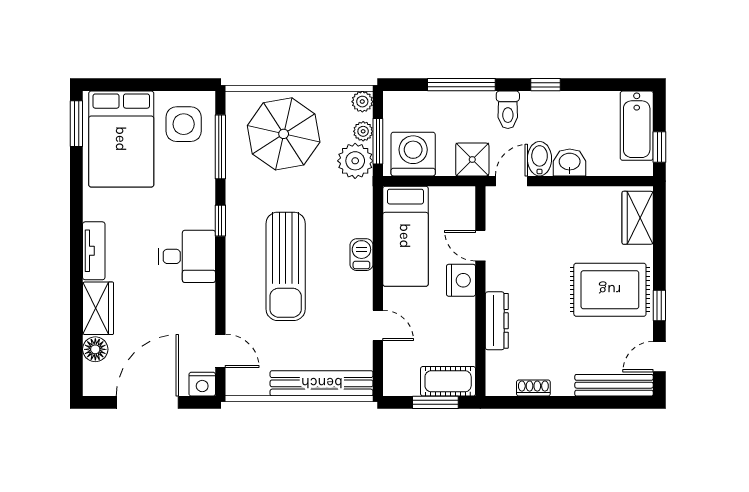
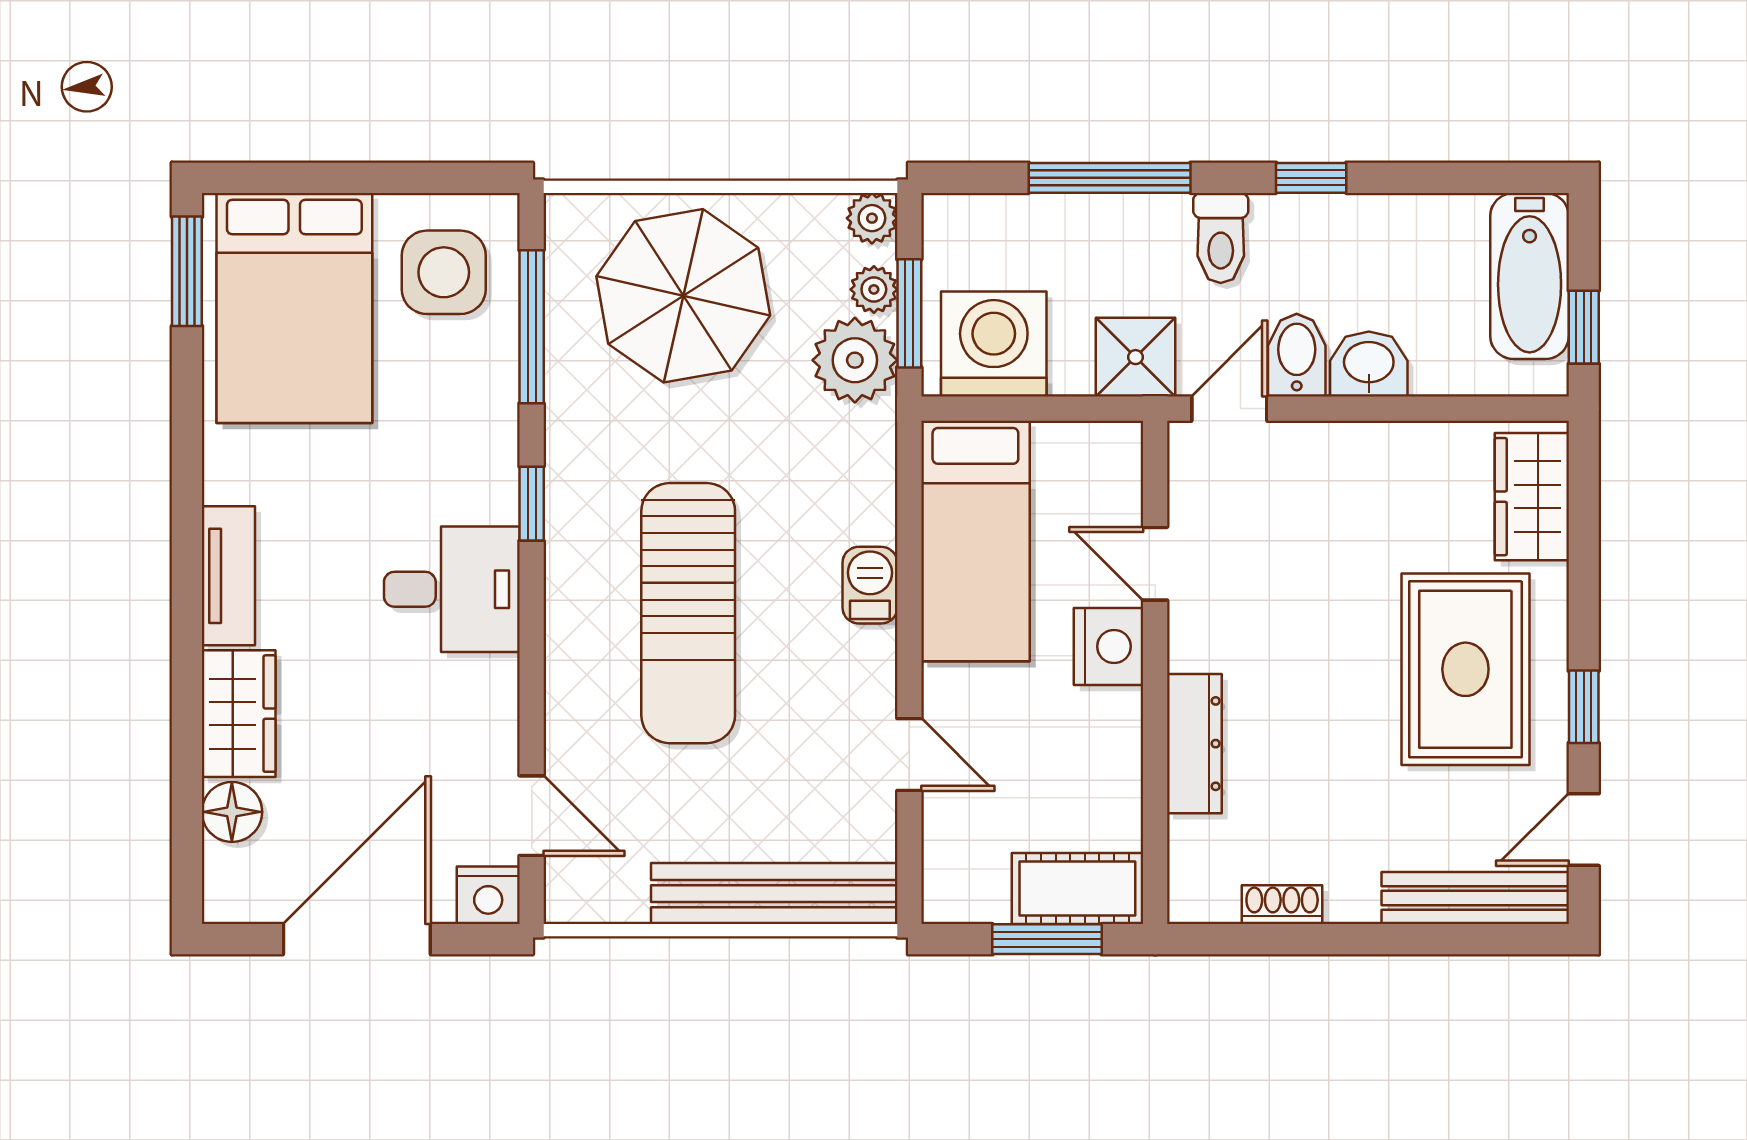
rug: (610, 290) -> (1465, 669), turned 90

